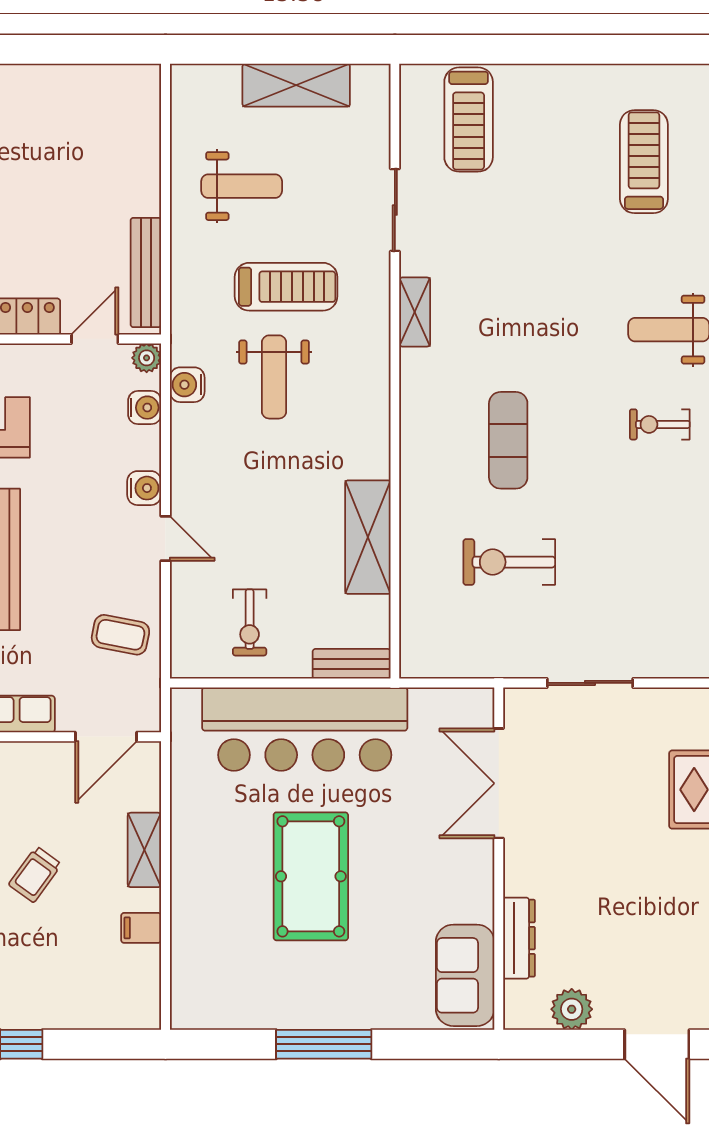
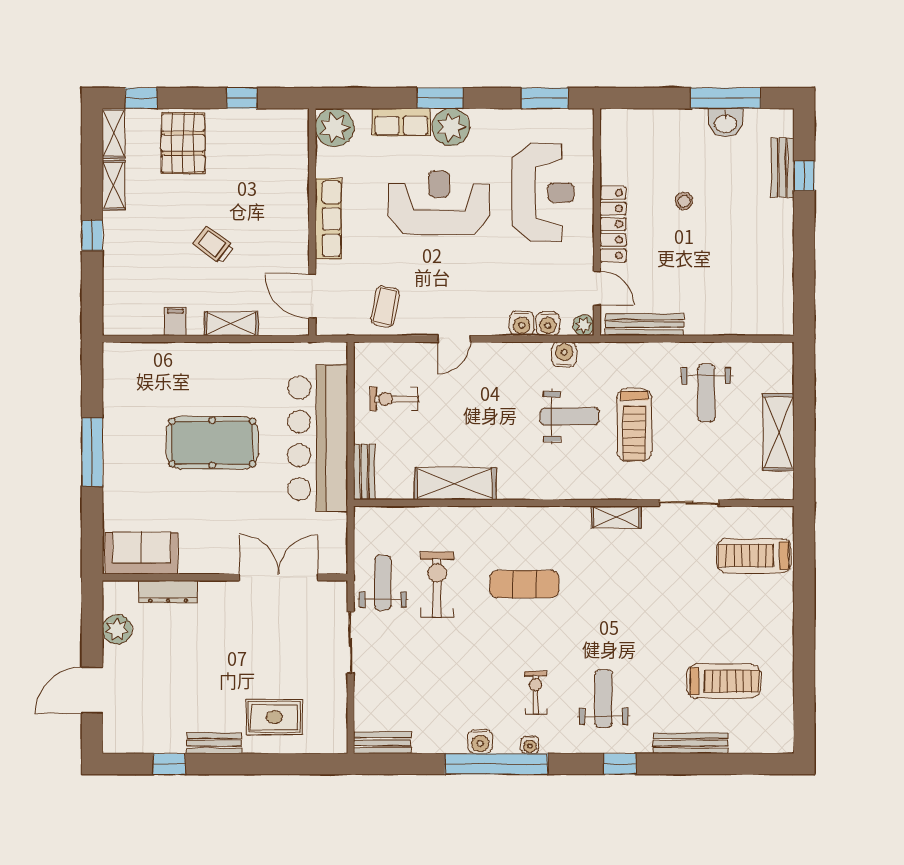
weight bench: (274, 377) -> (570, 416), turned 180
water cooler: (144, 488) -> (522, 323), moved
weight bench: (506, 638) -> (383, 583), added

